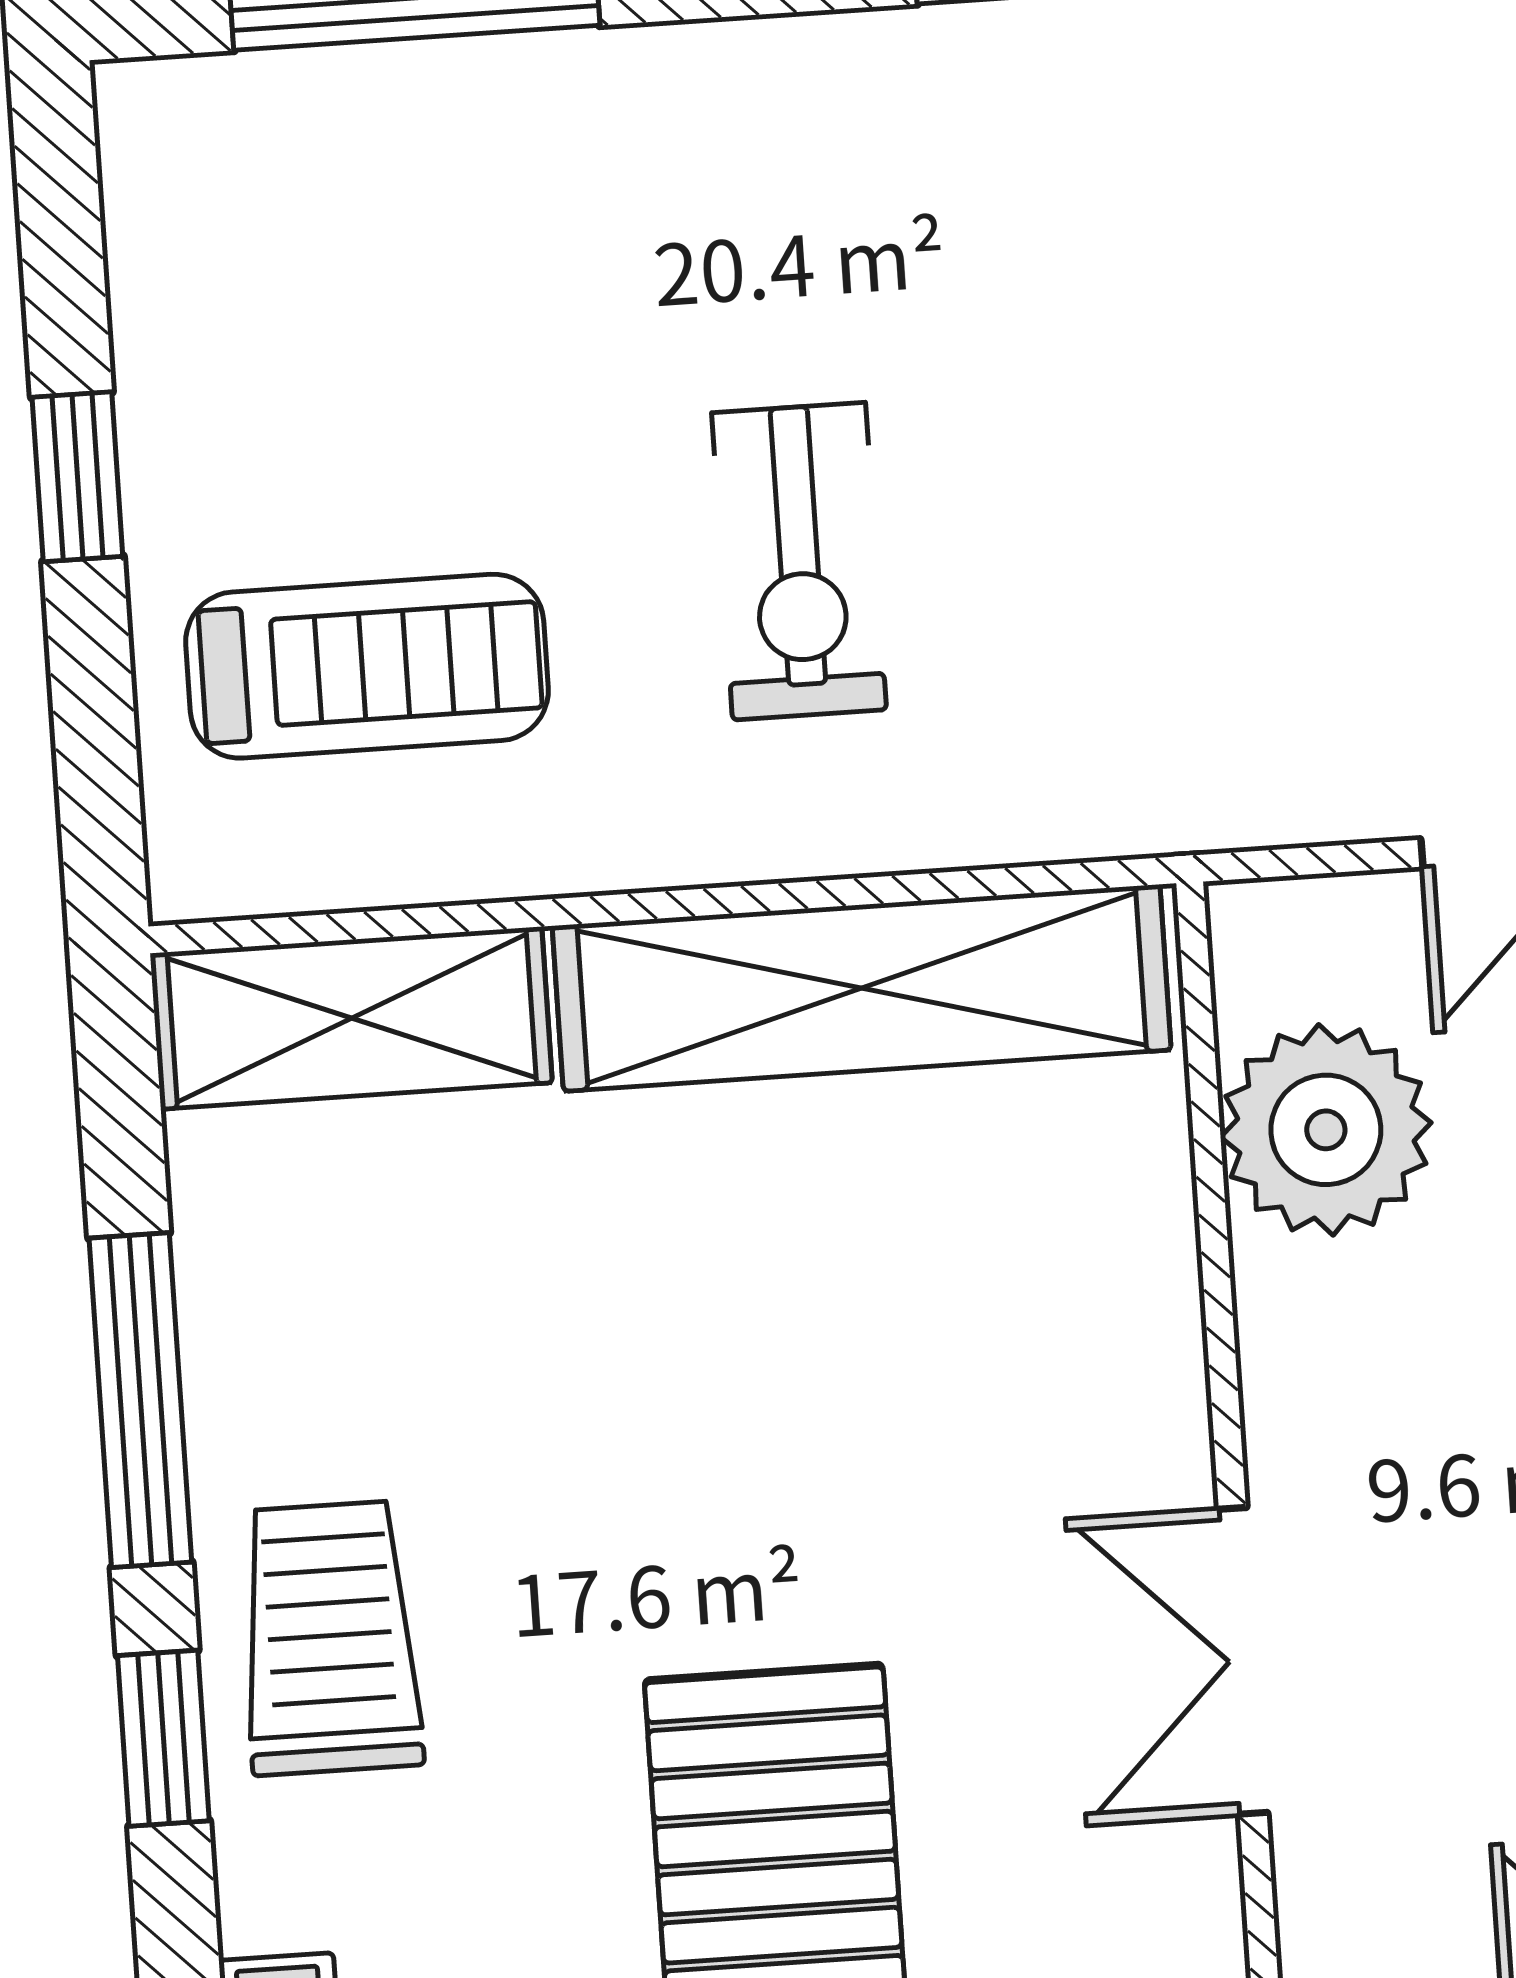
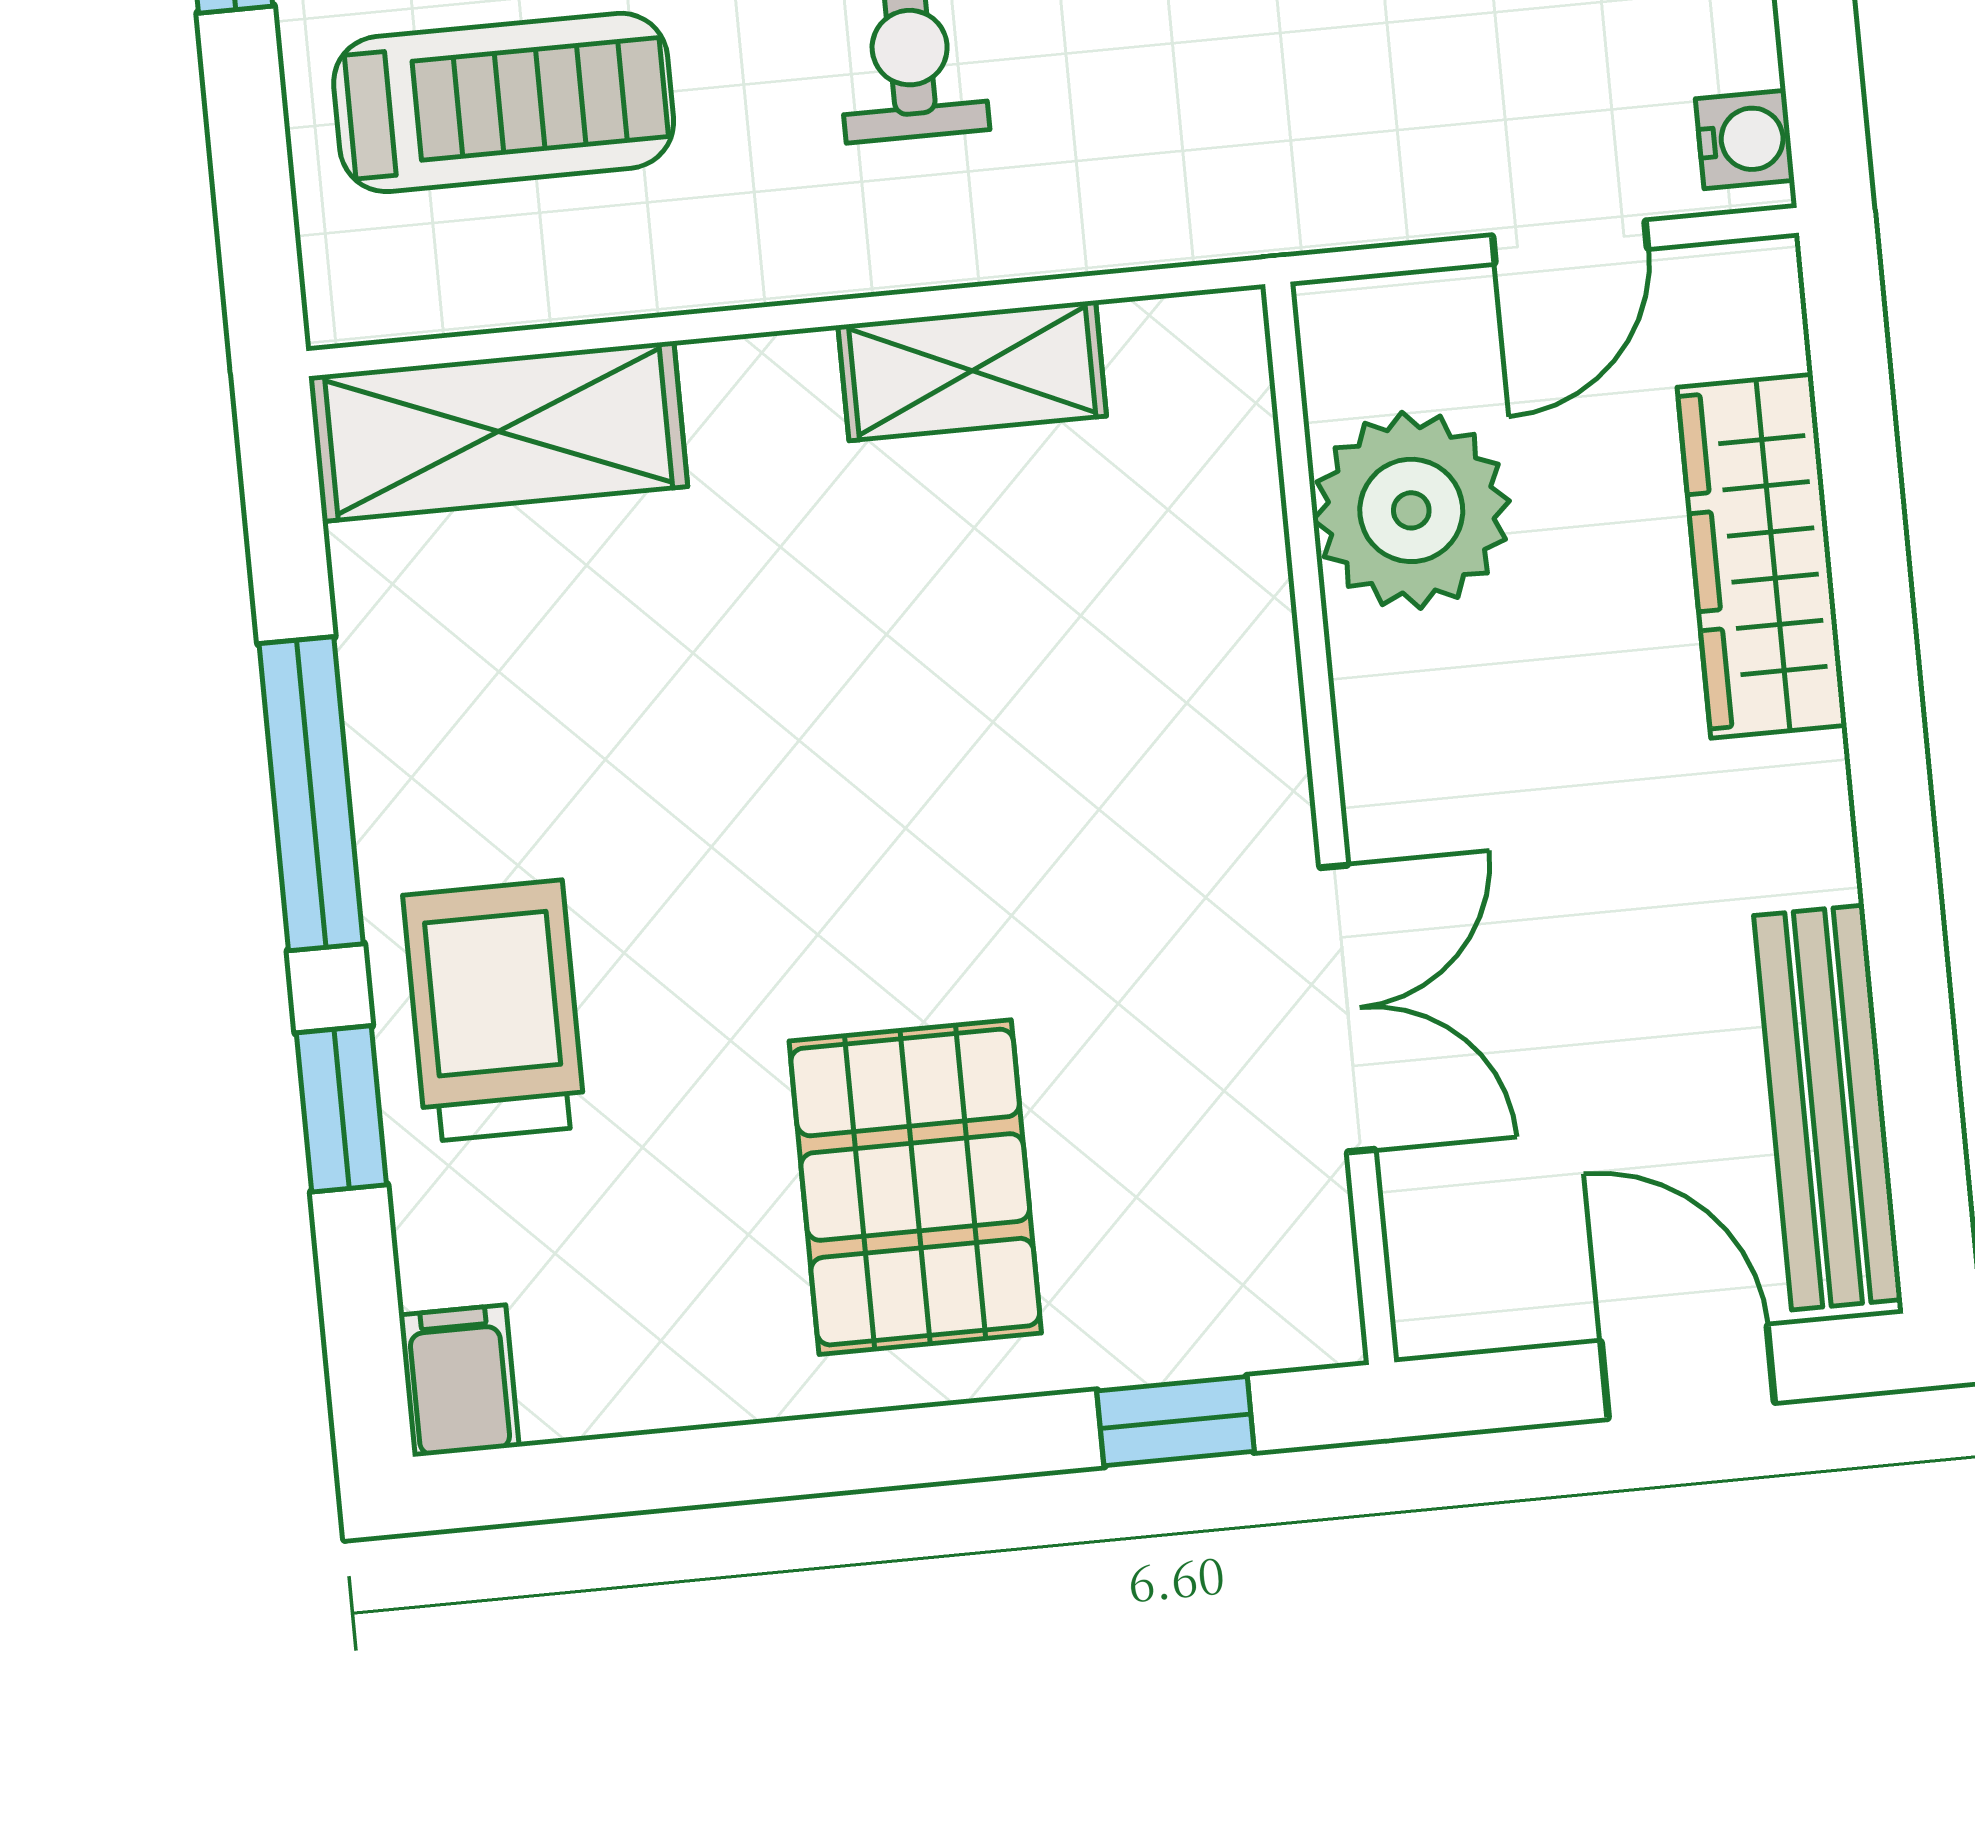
shelving: (862, 988) -> (972, 371), width x0.45, depth x0.75
double door: (1243, 1661) -> (1347, 1009), swing flipped

